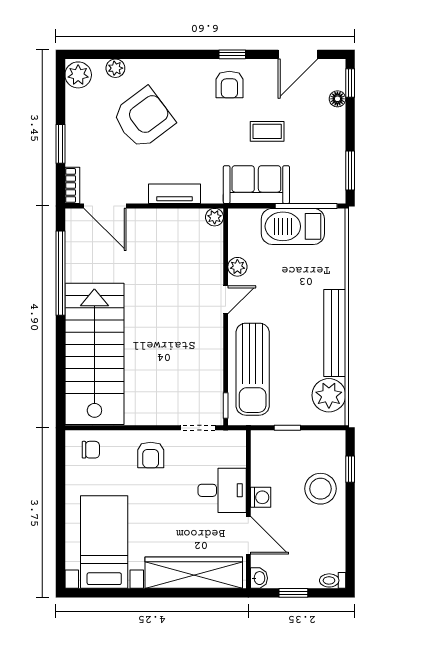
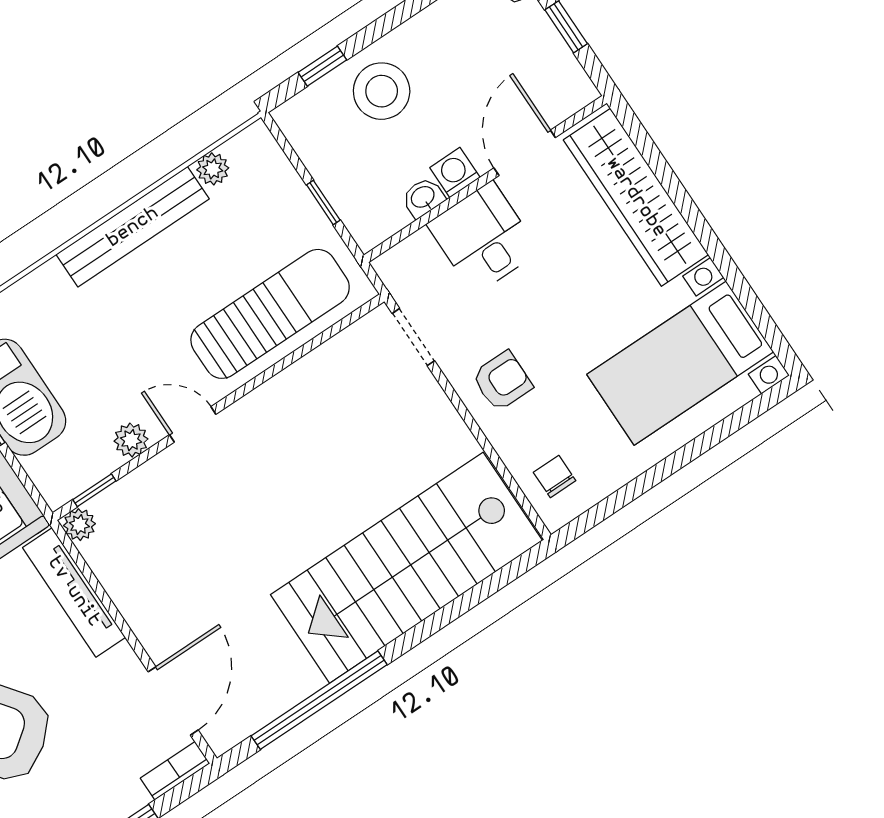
tv unit: (174, 194) -> (74, 592), width x1.41
plant: (329, 395) -> (213, 169), width x0.53, depth x0.53
window: (226, 405) -> (94, 490), moved
washbasin: (259, 578) -> (423, 198), moved

